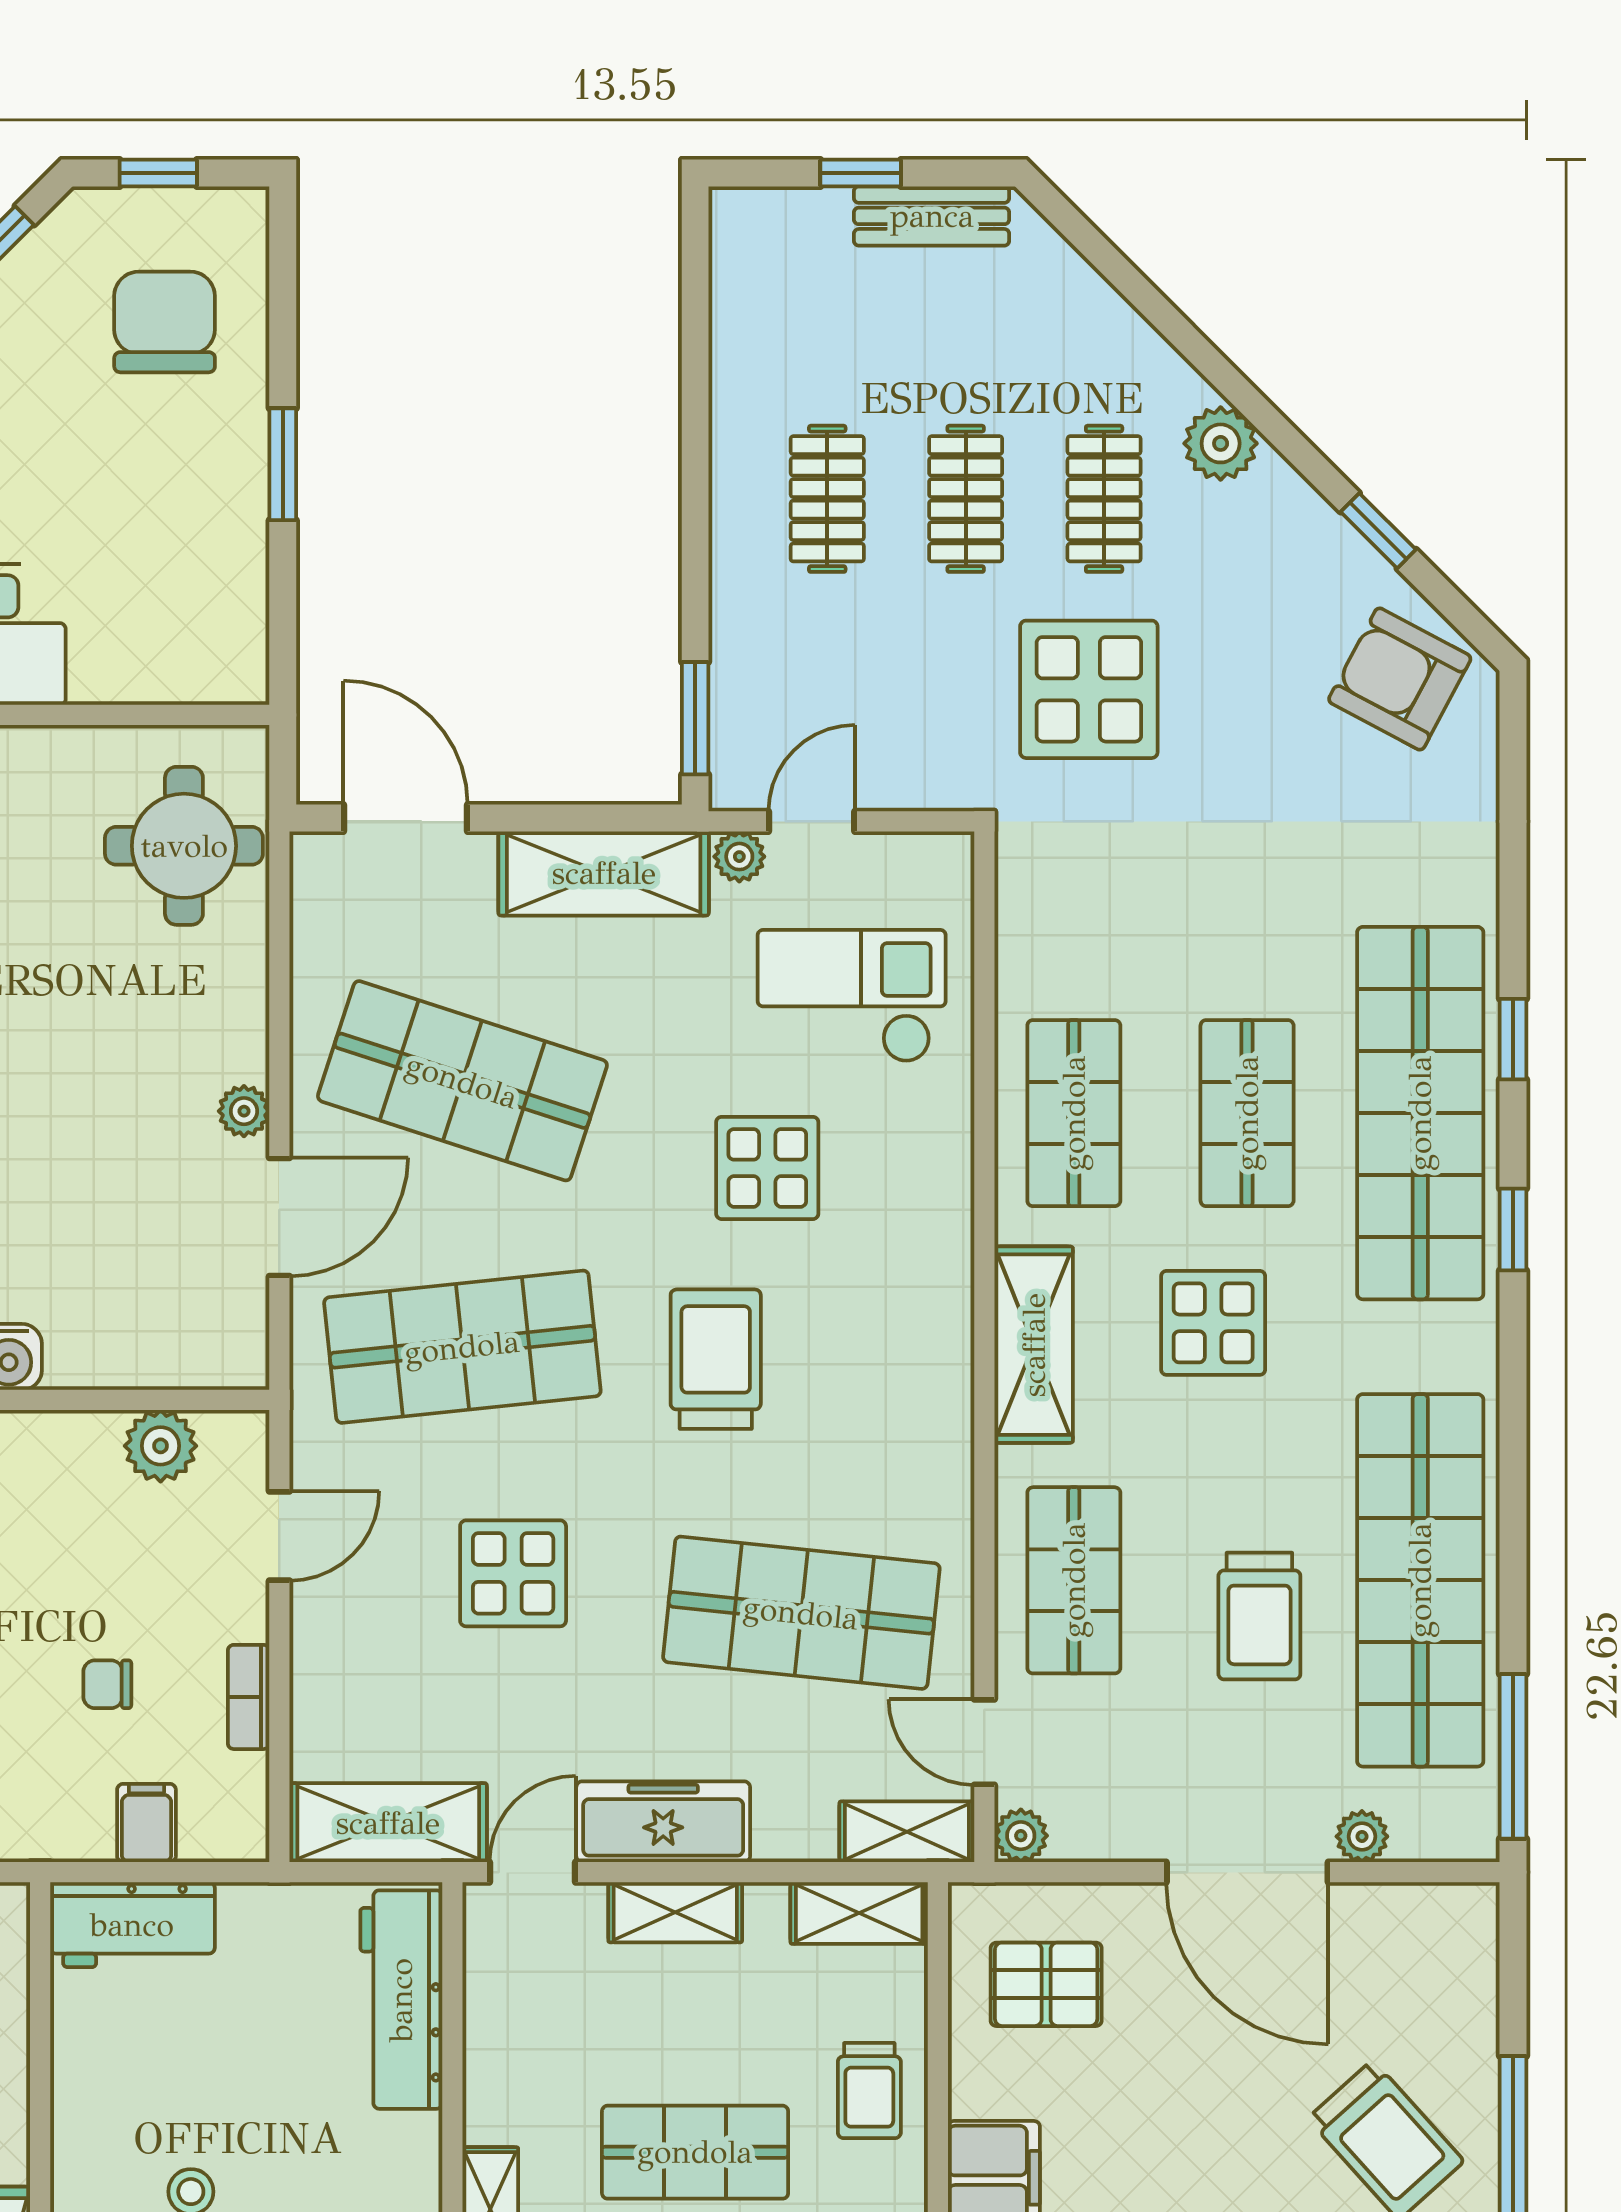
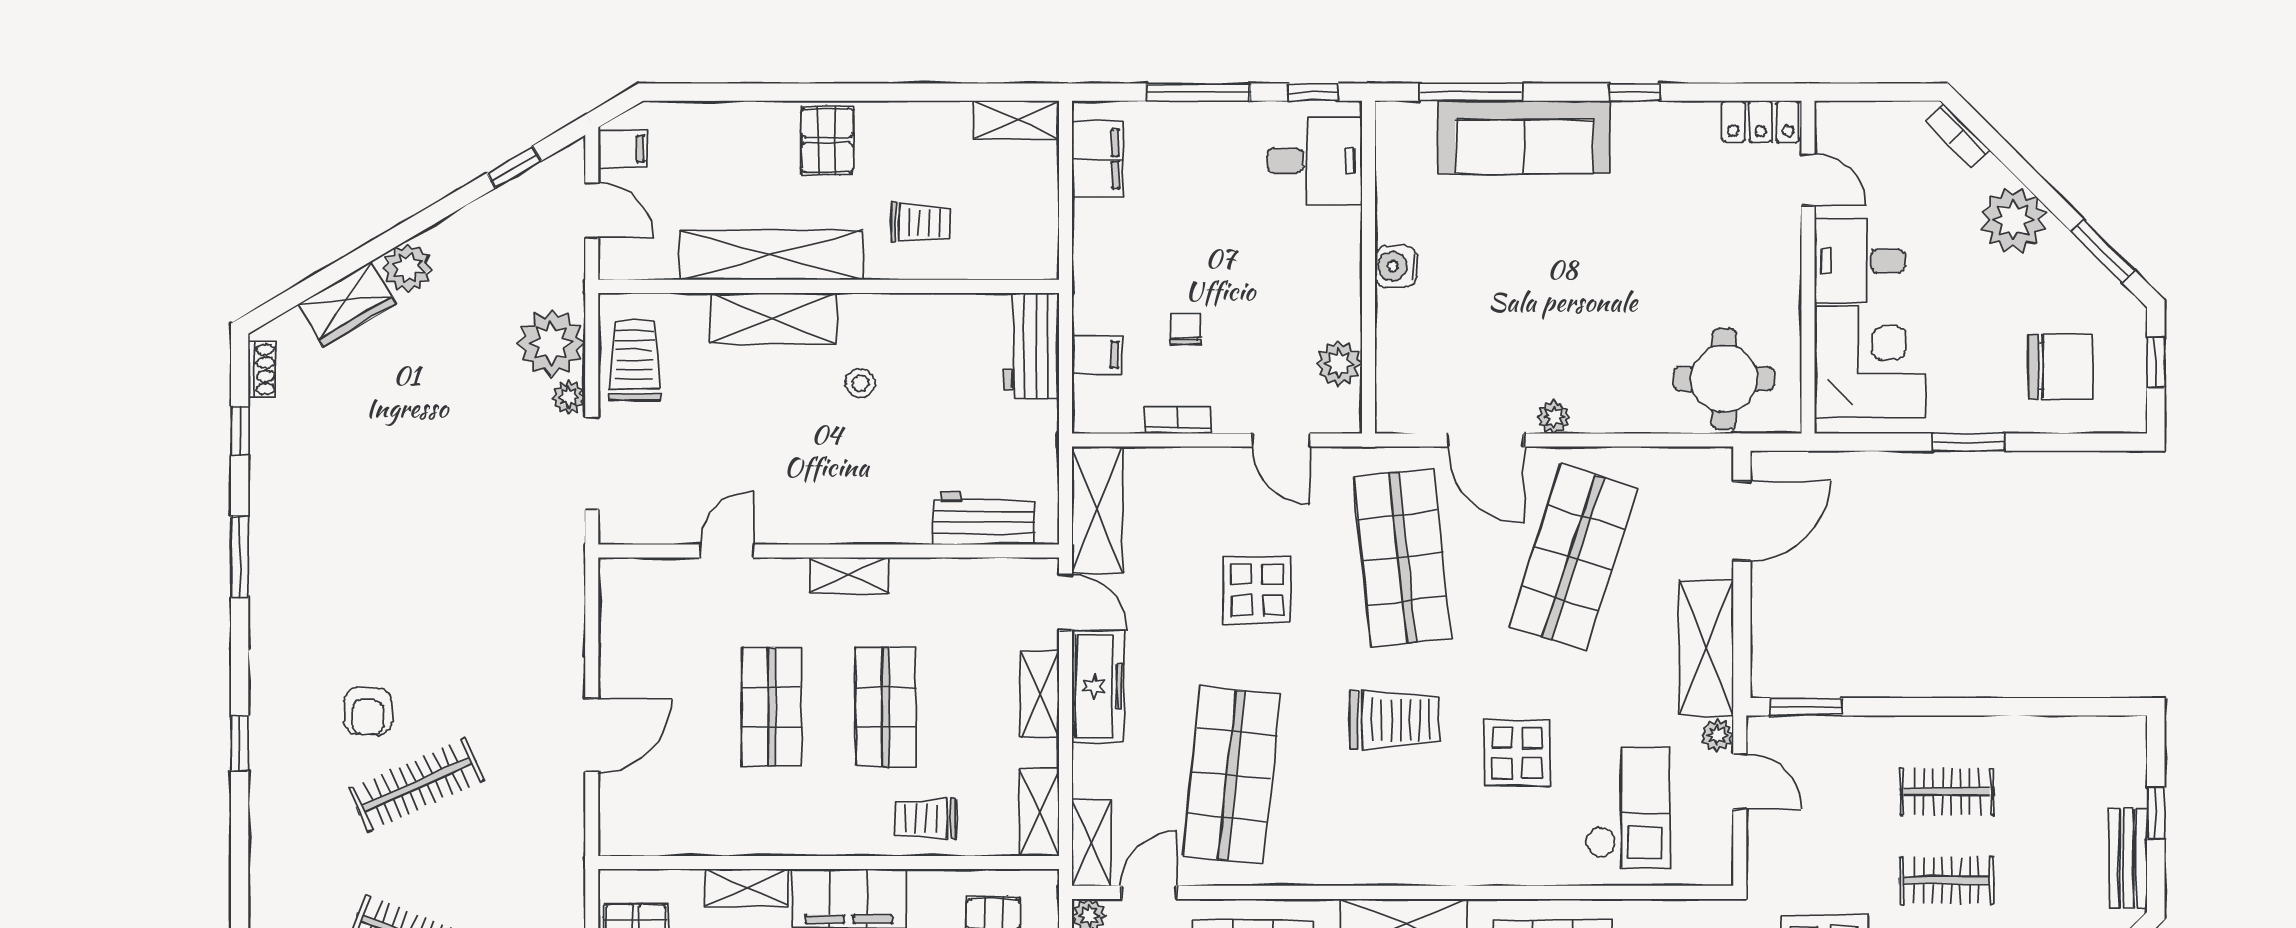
corner desk: (158, 618) -> (1870, 362), added
workbench: (401, 2000) -> (984, 518), width x0.73

